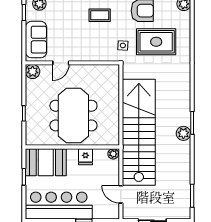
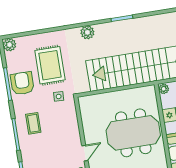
door: (61, 63) -> (85, 153), hinge flipped
plant: (183, 133) -> (87, 32), moved

